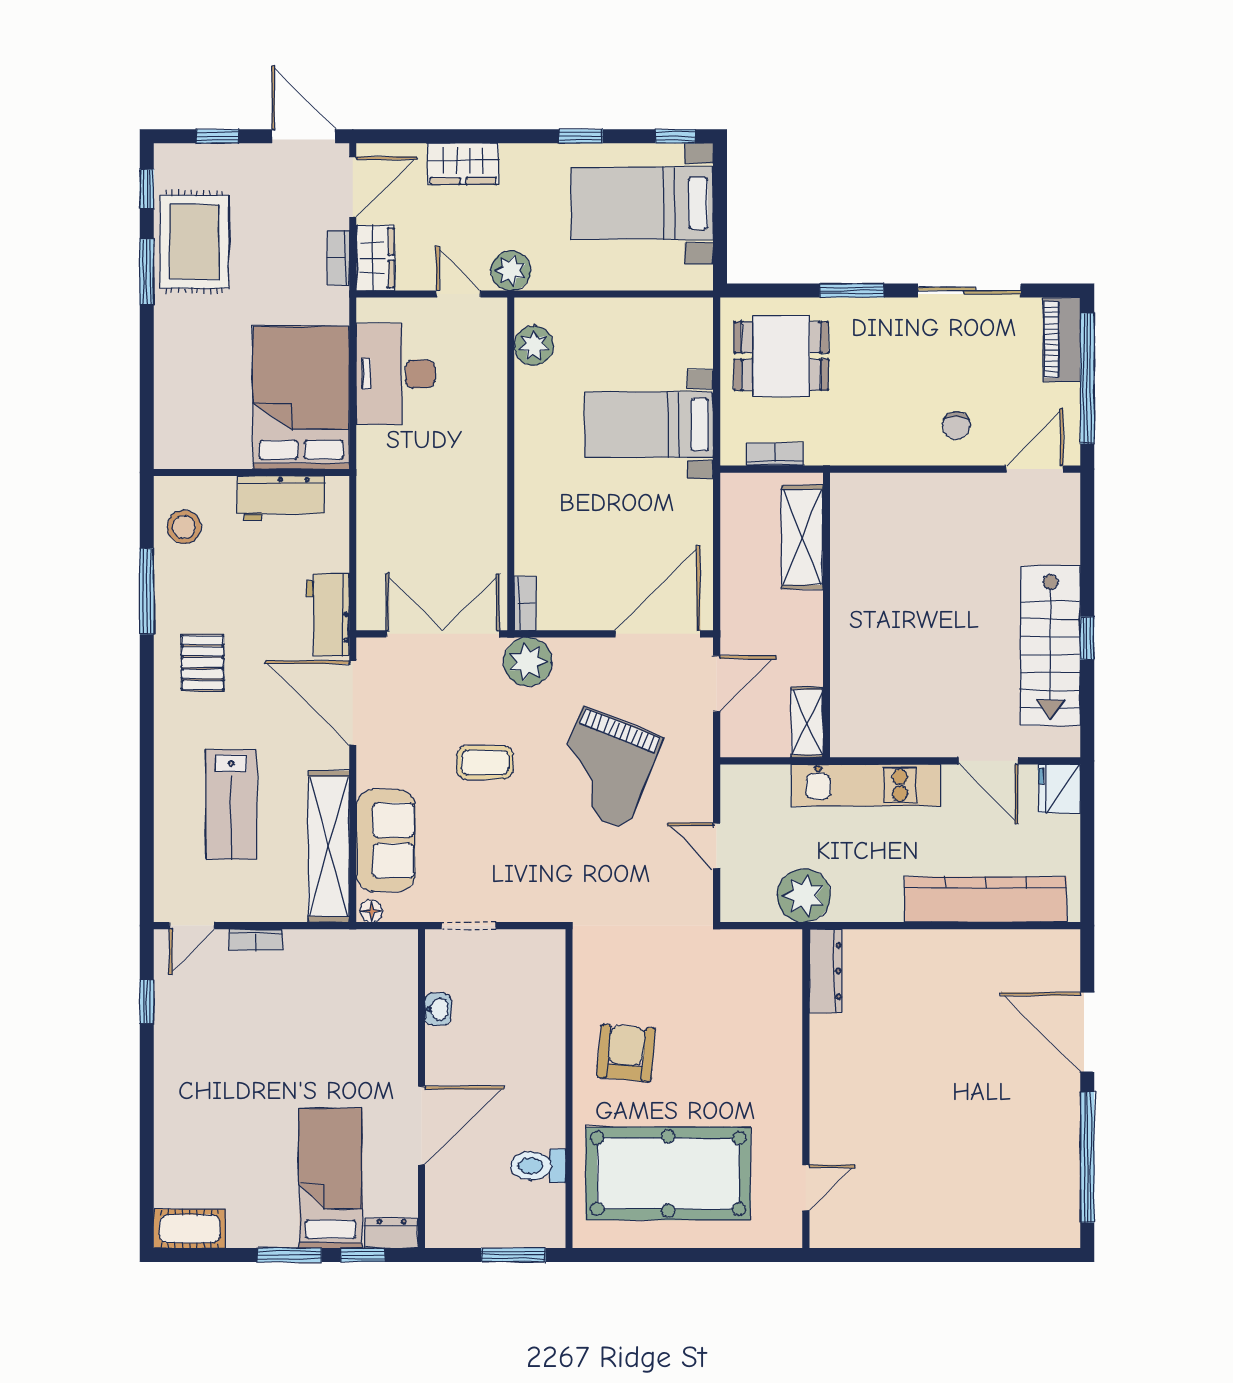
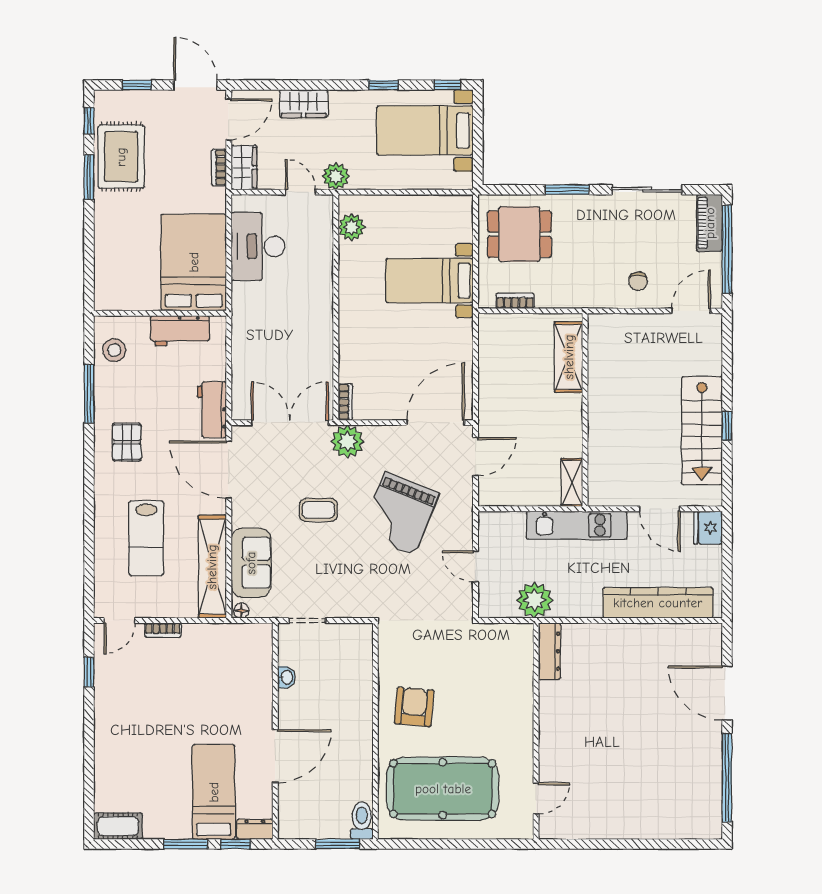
shelving: (802, 537) -> (569, 357), moved
wall: (826, 615) -> (585, 410), moved
shelving: (807, 722) -> (572, 483), moved
toilet: (538, 1166) -> (362, 821), moved, turned 90

